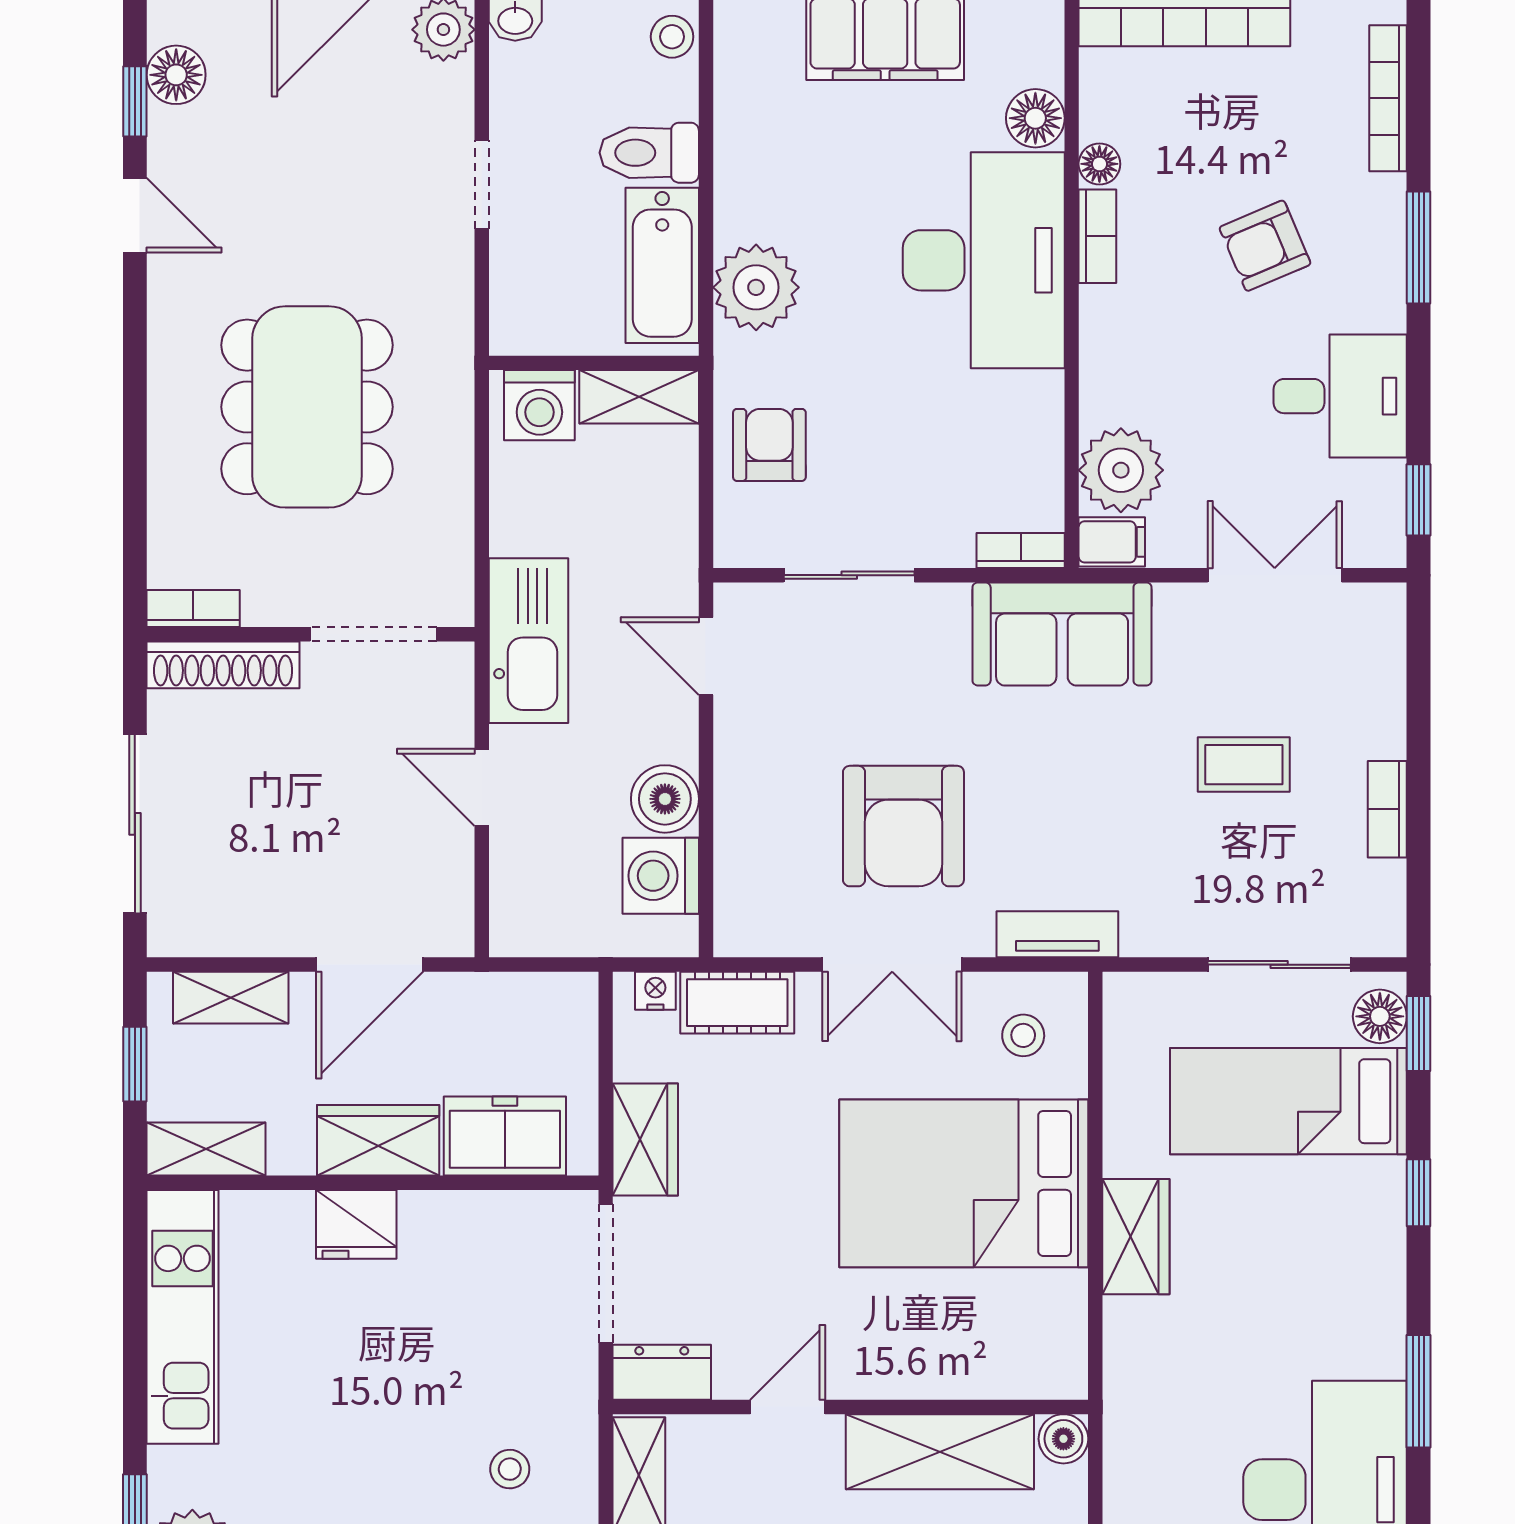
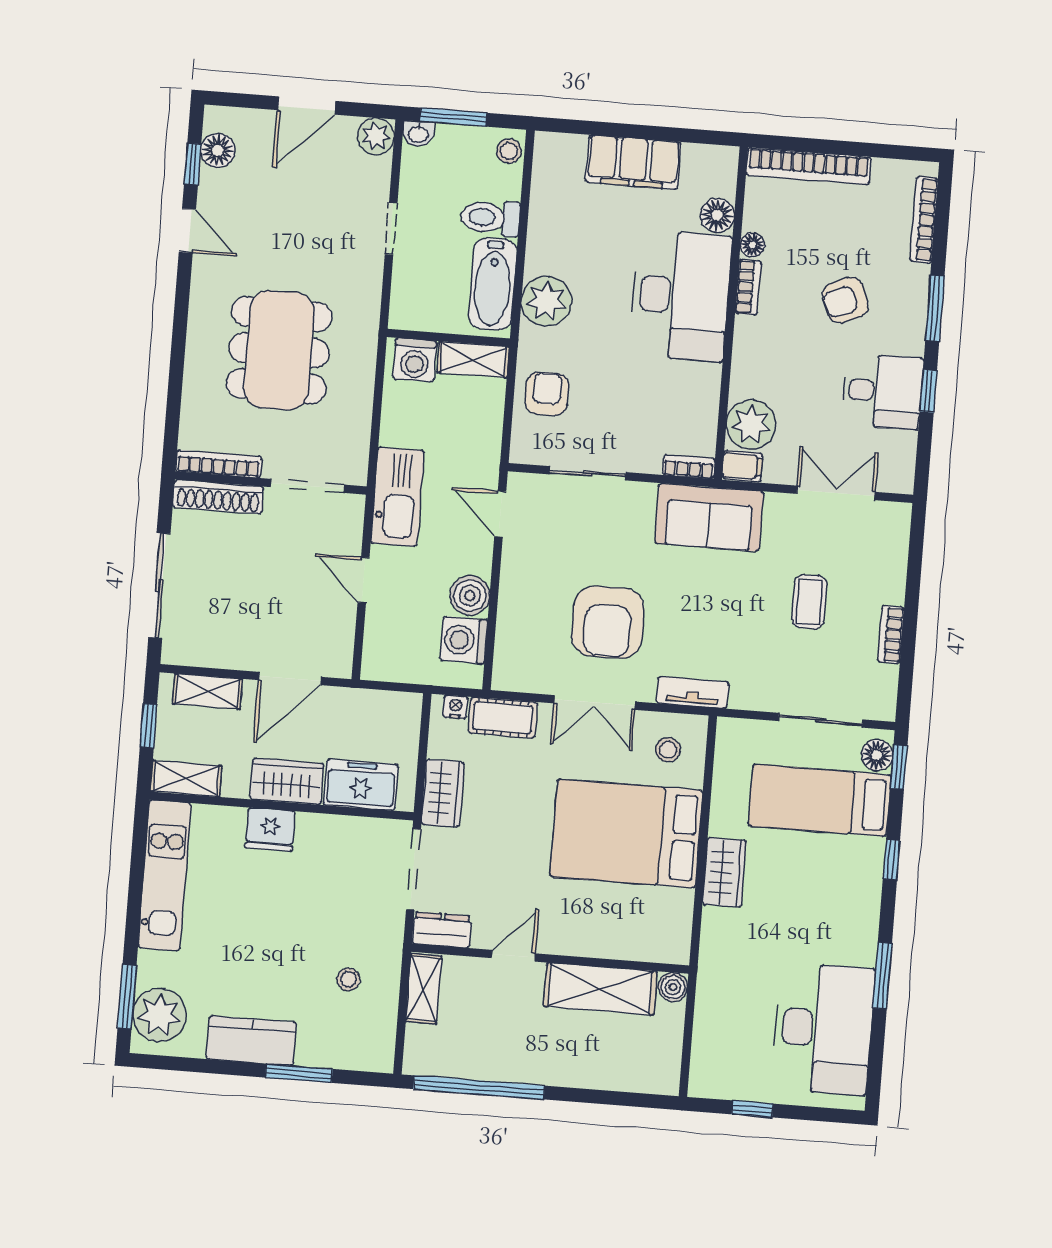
window: (1419, 500) -> (928, 391), moved
bookcase: (193, 609) -> (219, 464), width x1.56
coffee table: (1244, 765) -> (809, 602), turned 90

